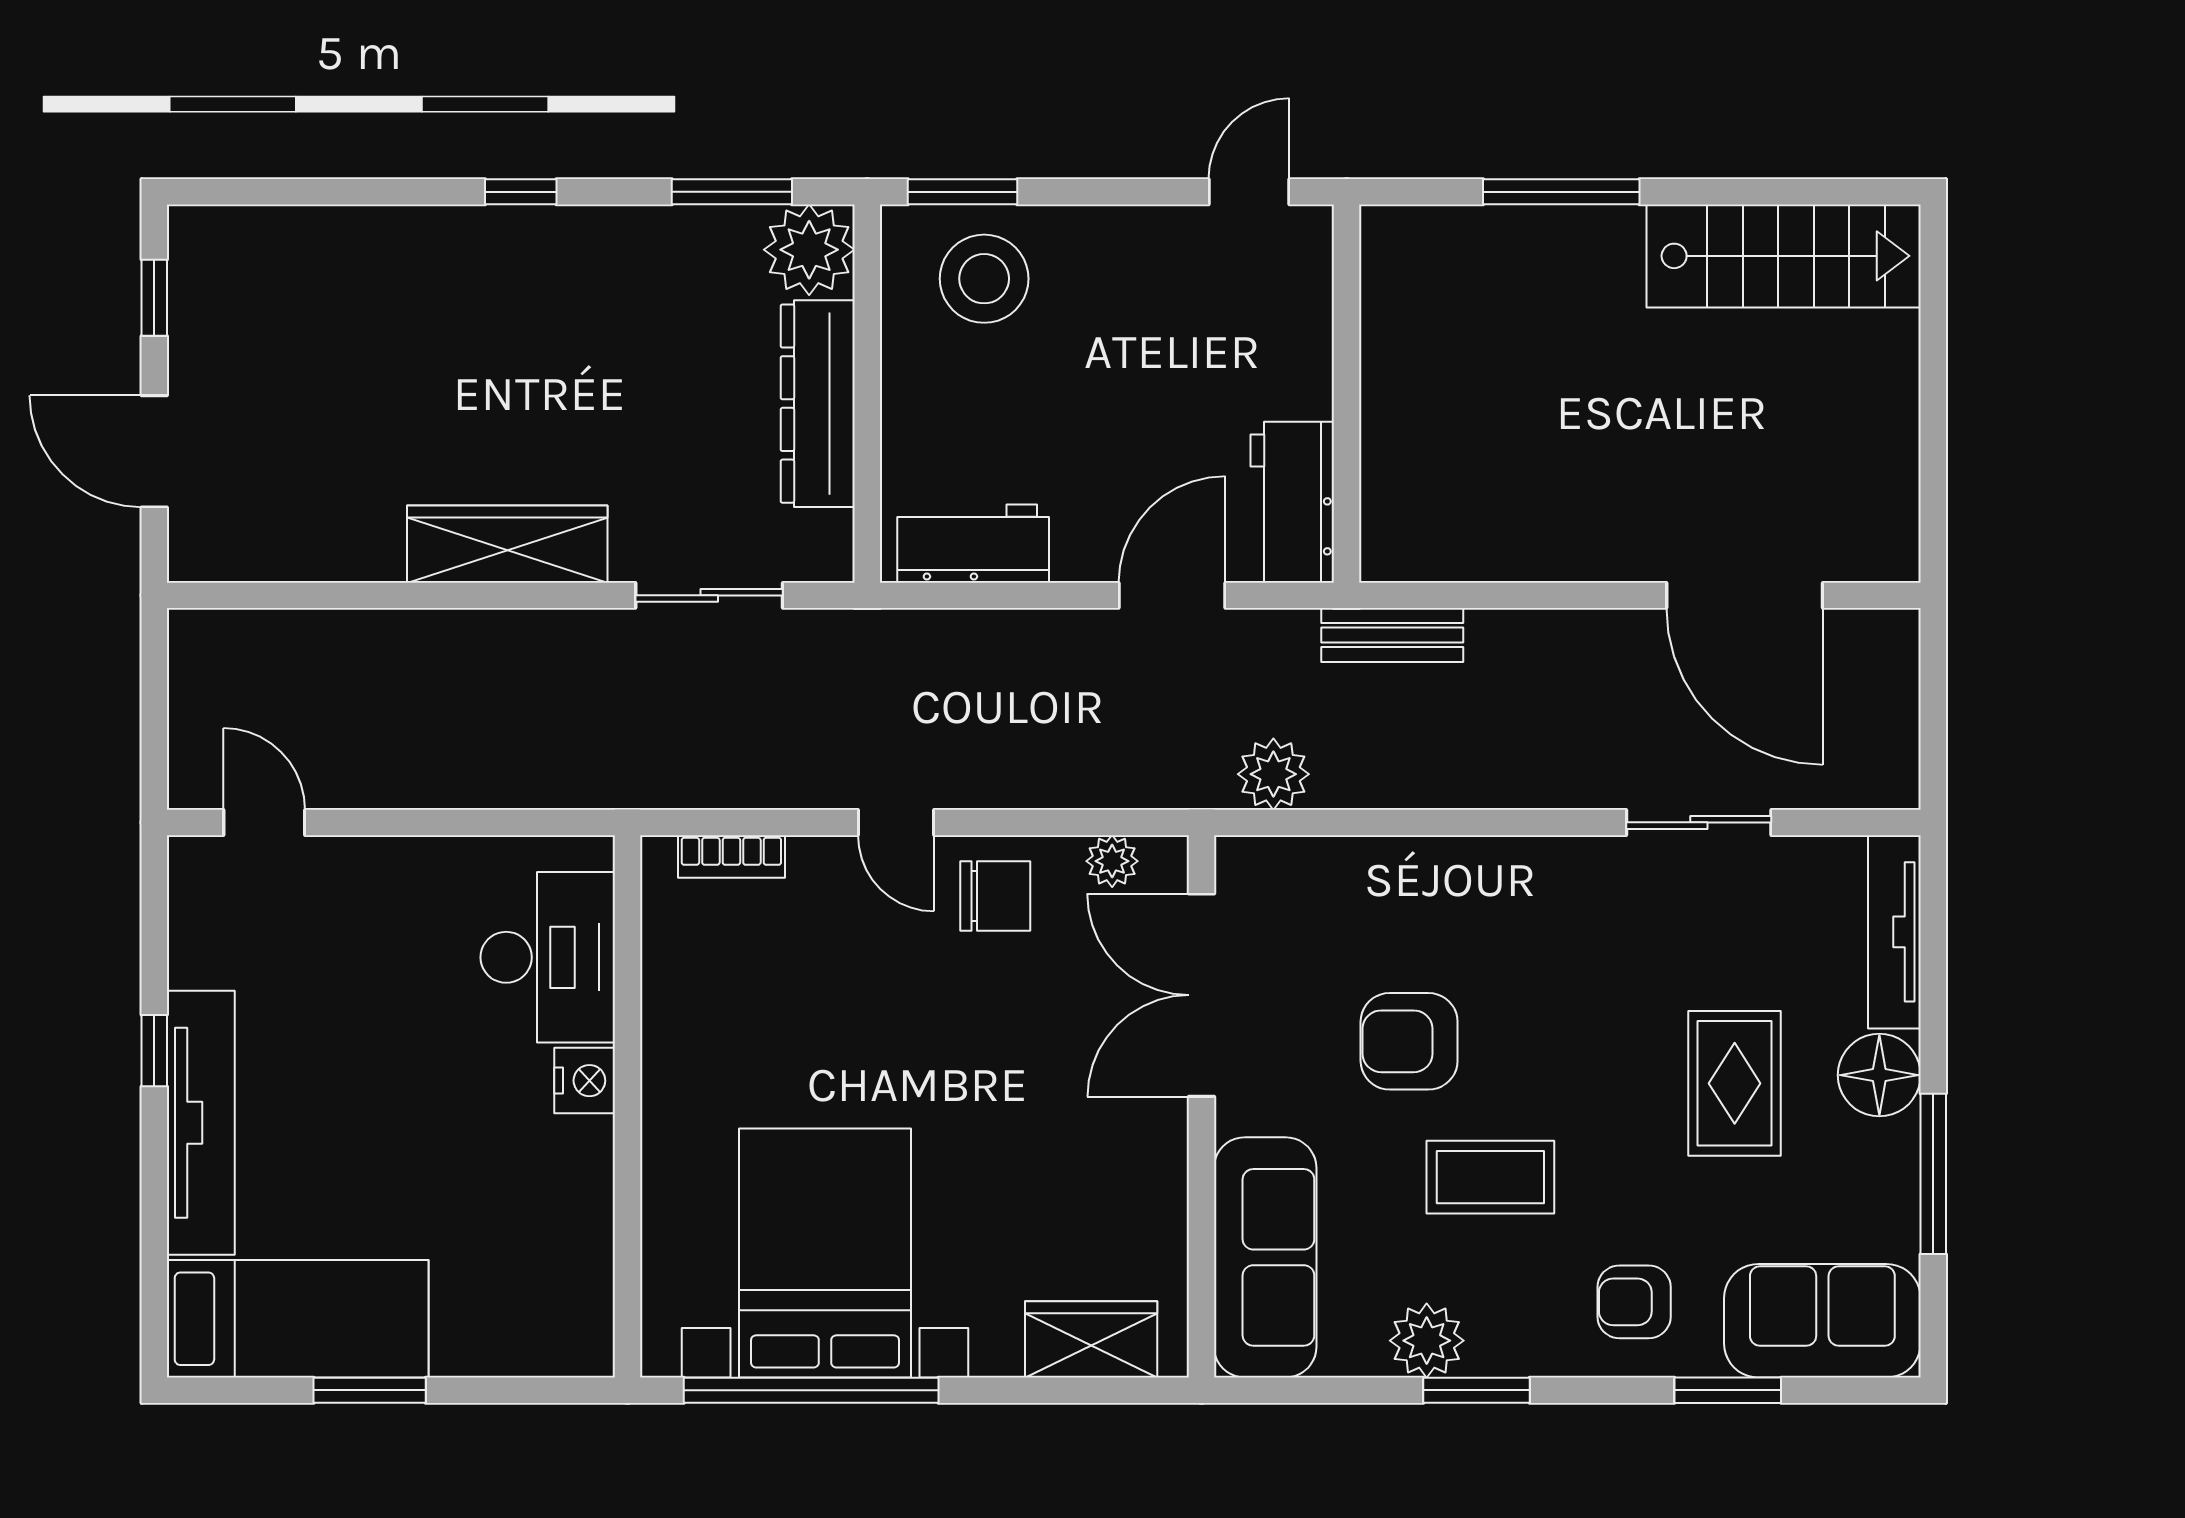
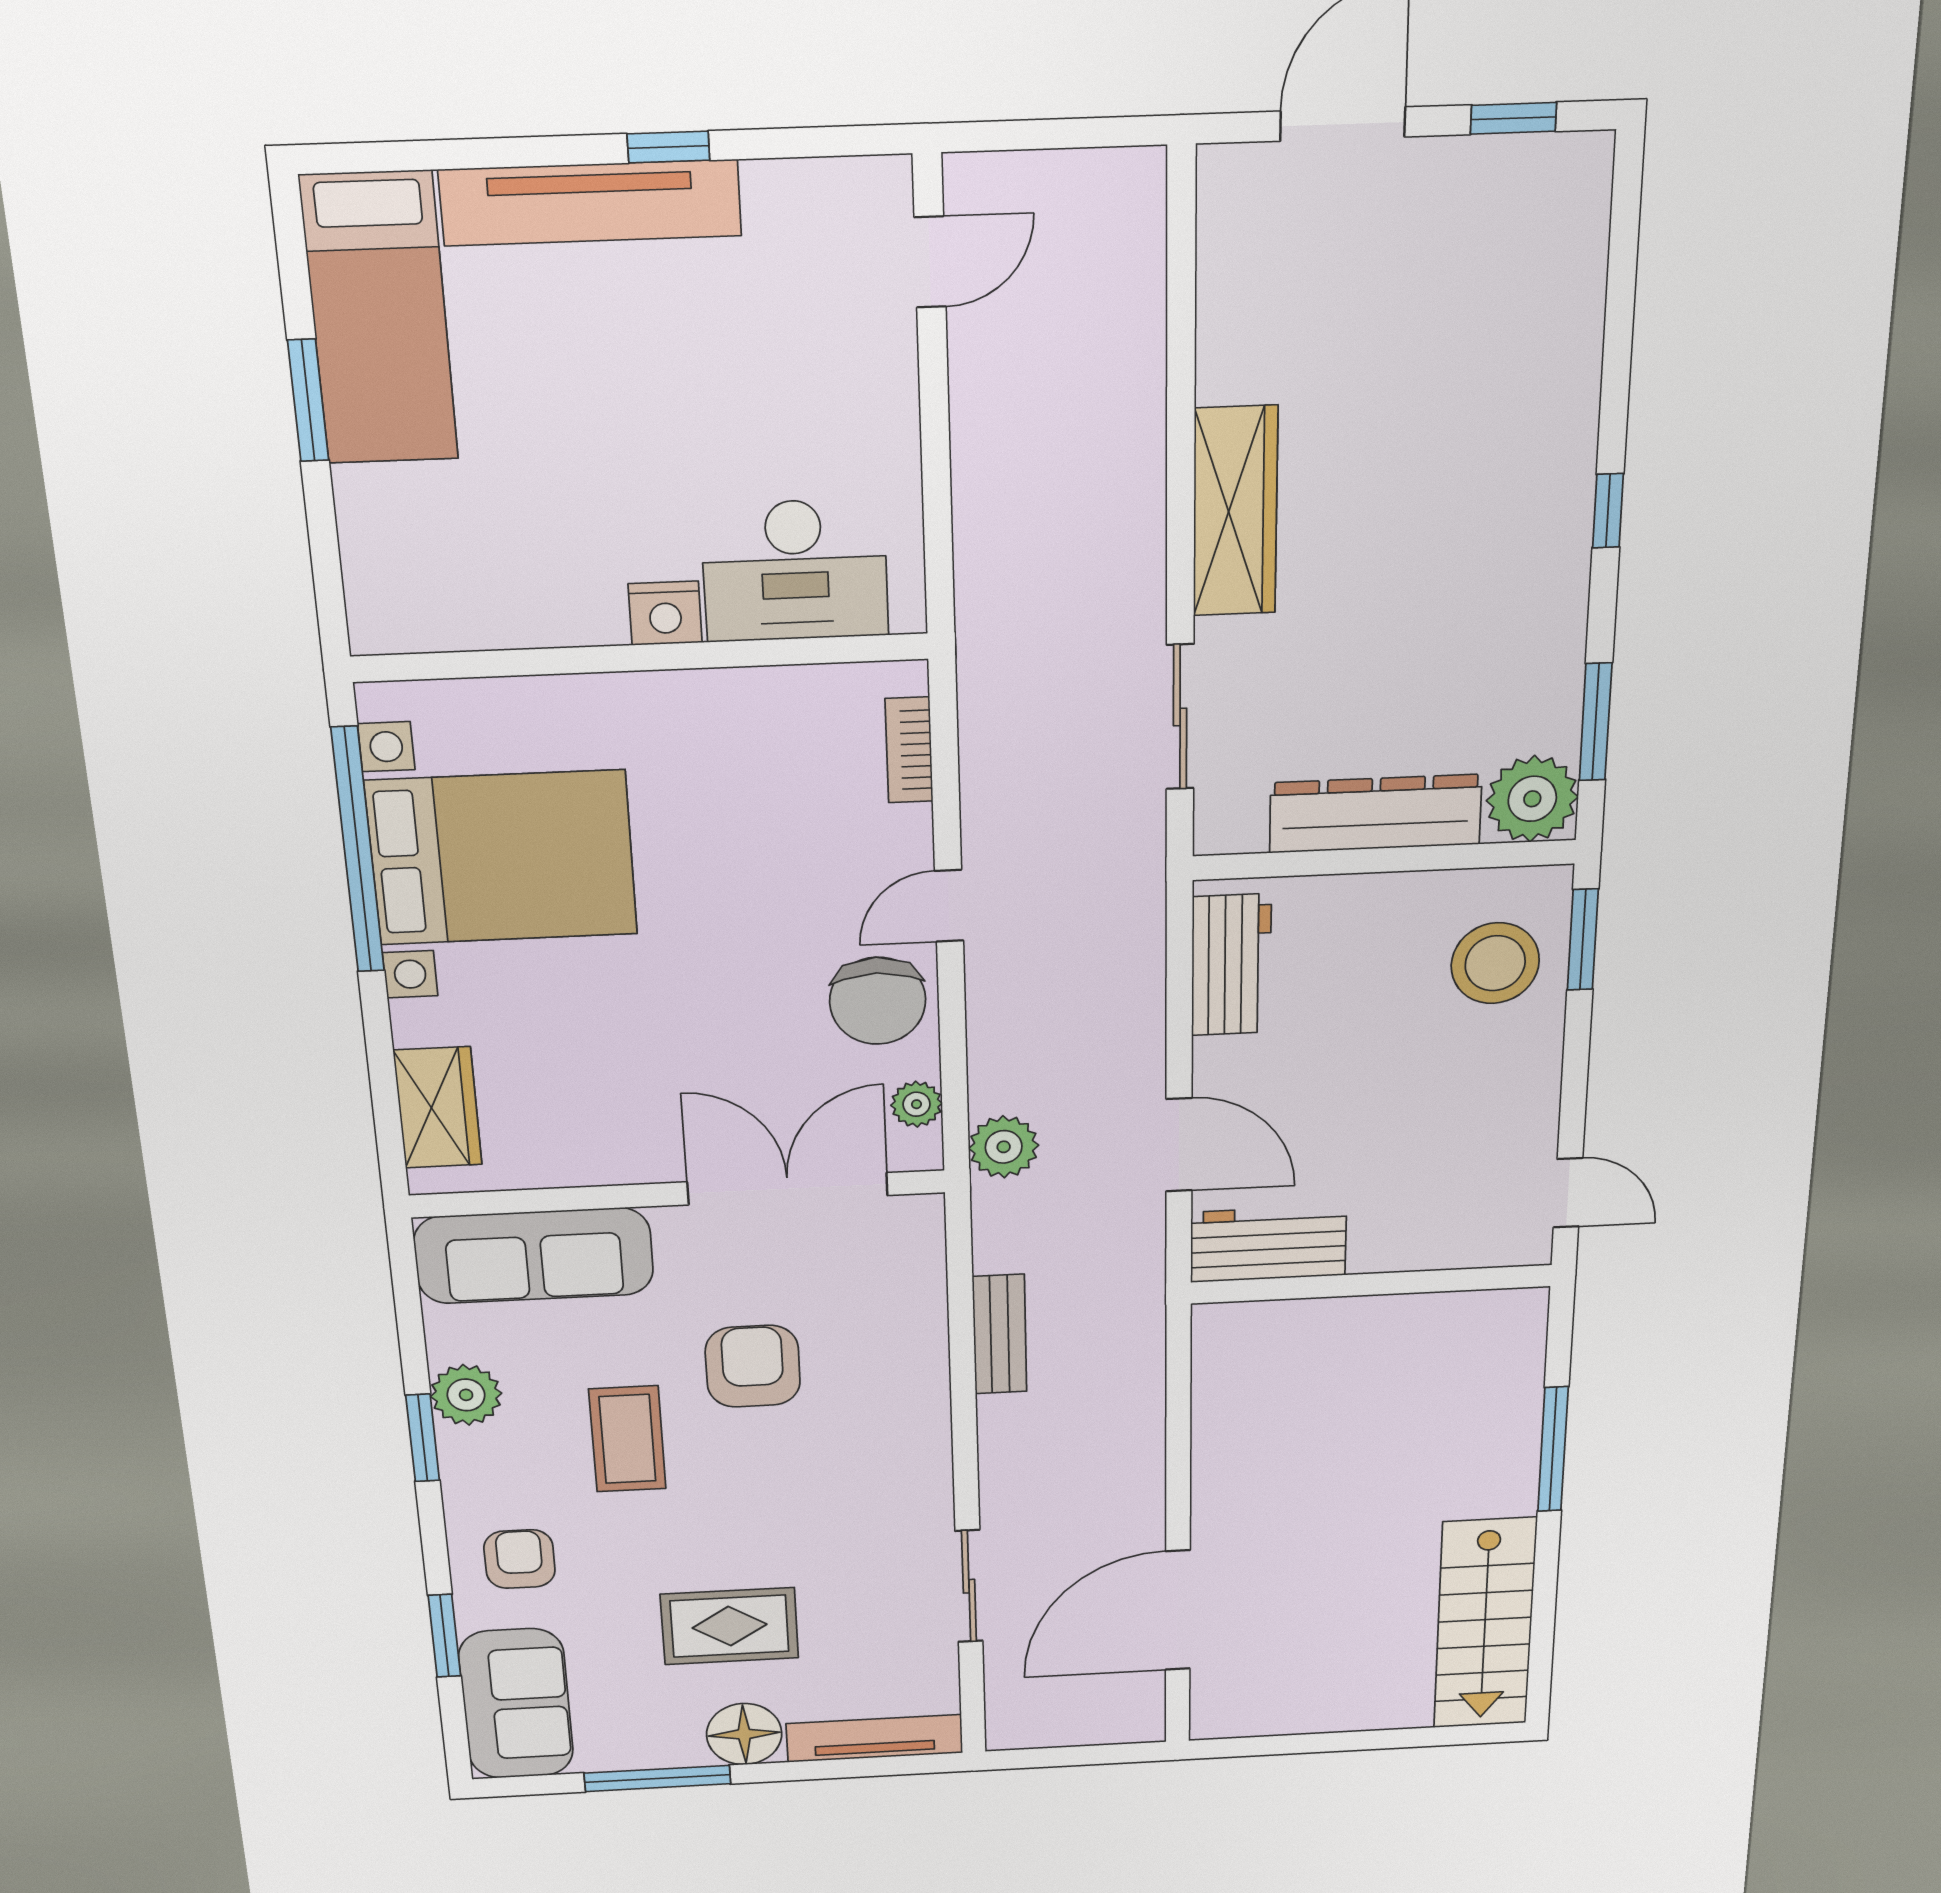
bench: (1392, 635) -> (1000, 1334), moved
plant: (1273, 774) -> (1004, 1147), moved
chair: (995, 896) -> (878, 1001), width x1.37, depth x1.37

